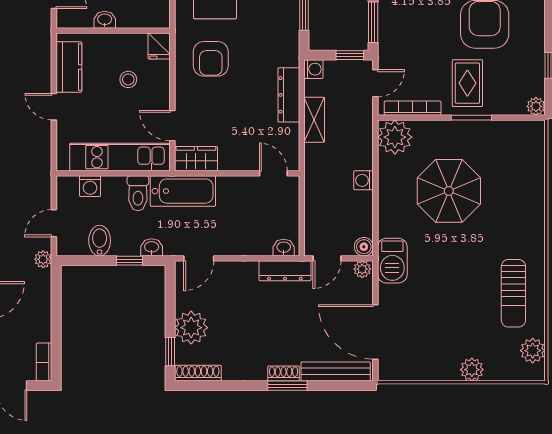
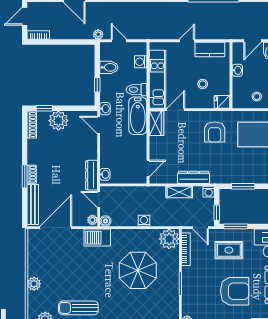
armchair: (211, 59) -> (215, 132), turned -90
rug: (467, 83) -> (229, 250), moved
washbasin: (152, 247) -> (105, 109), moved

